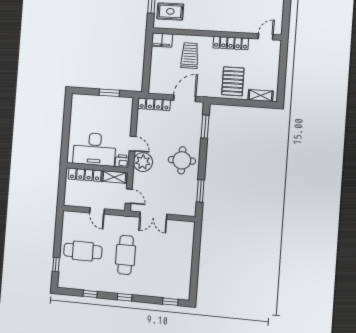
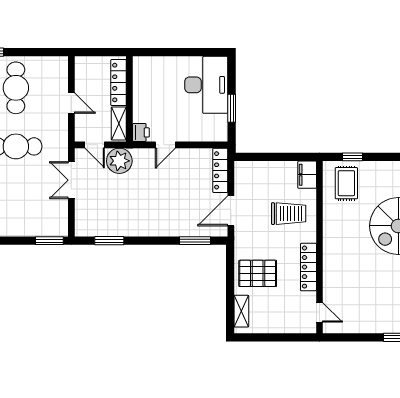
door: (185, 98) -> (231, 211), swing flipped
desk: (94, 149) -> (206, 85), moved, turned 180
round table: (182, 160) -> (148, 213), removed
plant: (143, 162) -> (119, 161), moved
door: (129, 196) -> (95, 145), hinge flipped
door: (97, 211) -> (71, 103), swing flipped
window: (197, 236) -> (49, 241), added

